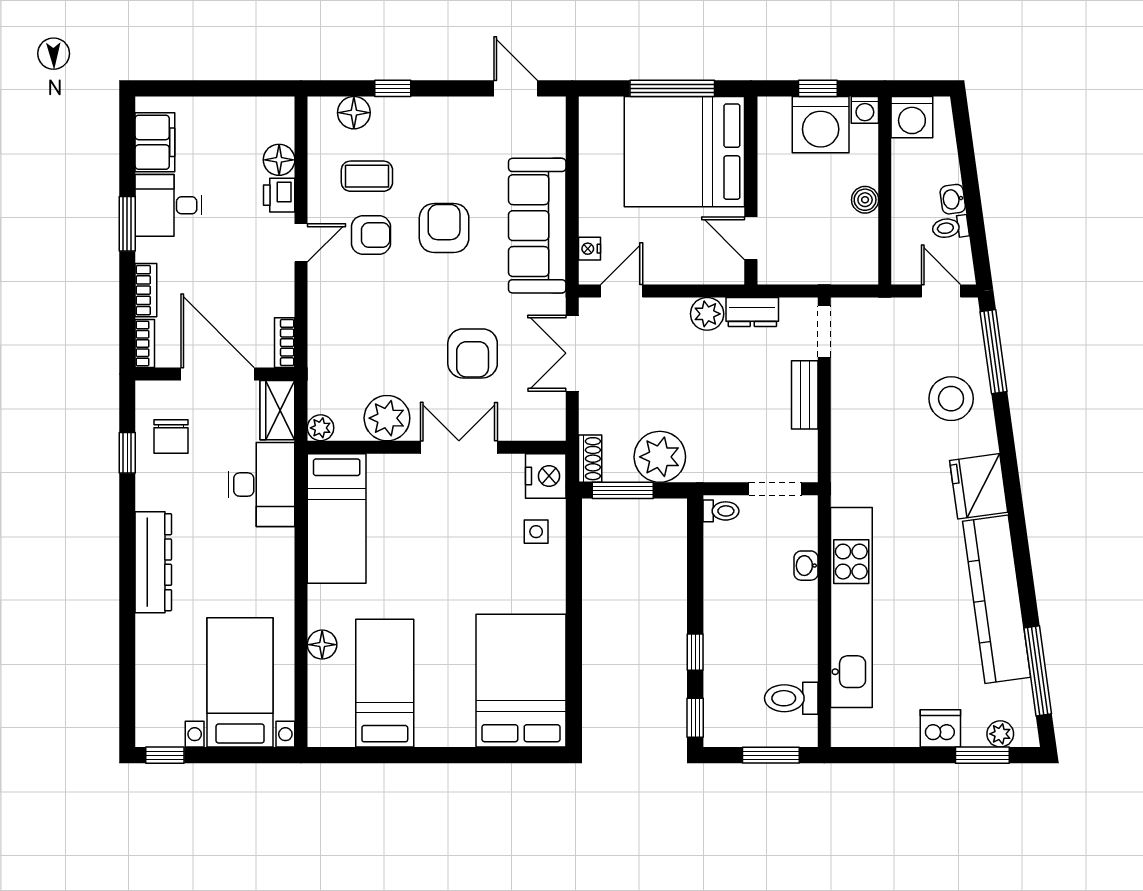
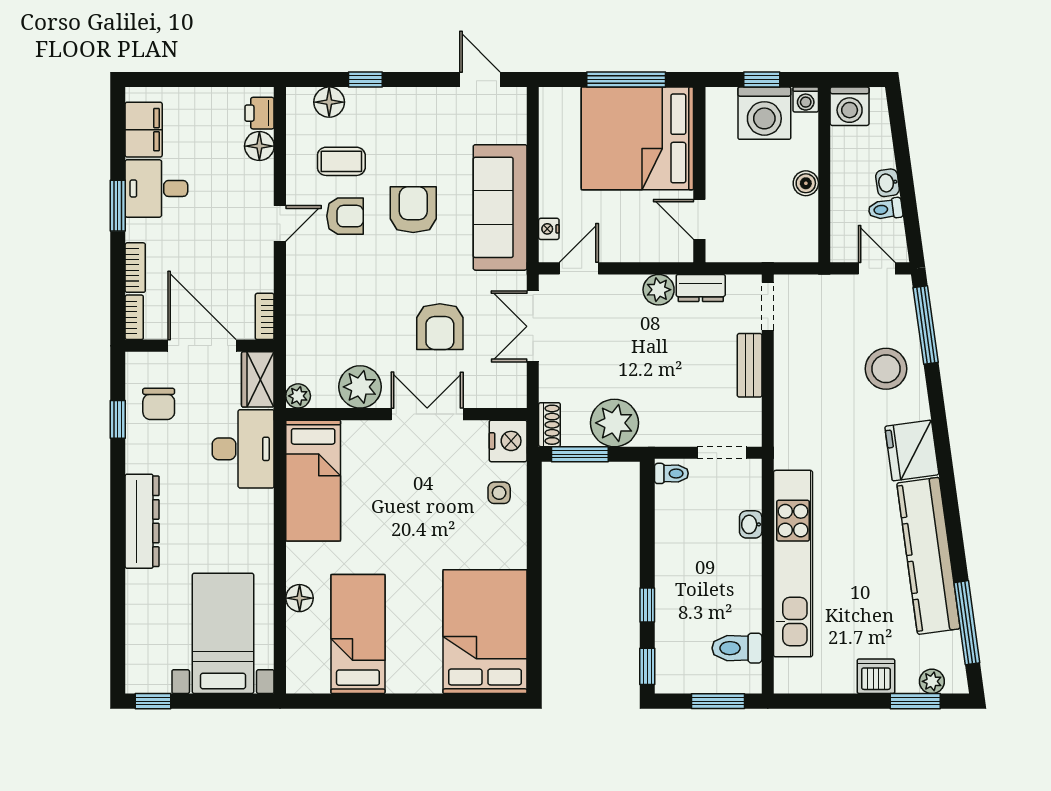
printer: (279, 195) -> (260, 113), moved

